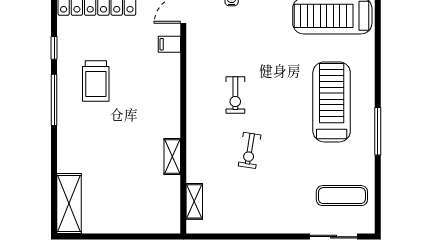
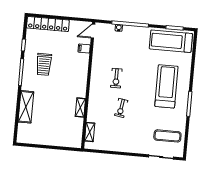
shelving: (69, 203) -> (26, 107), moved

